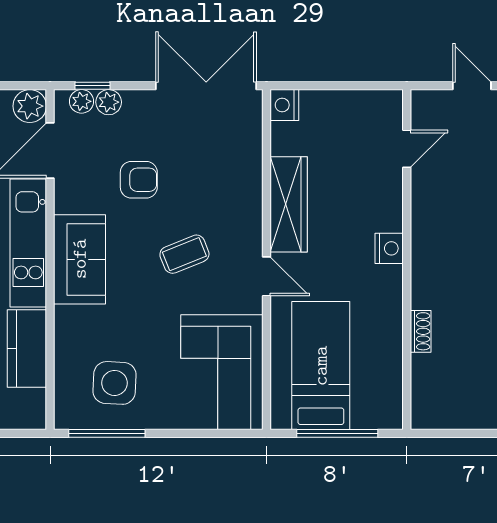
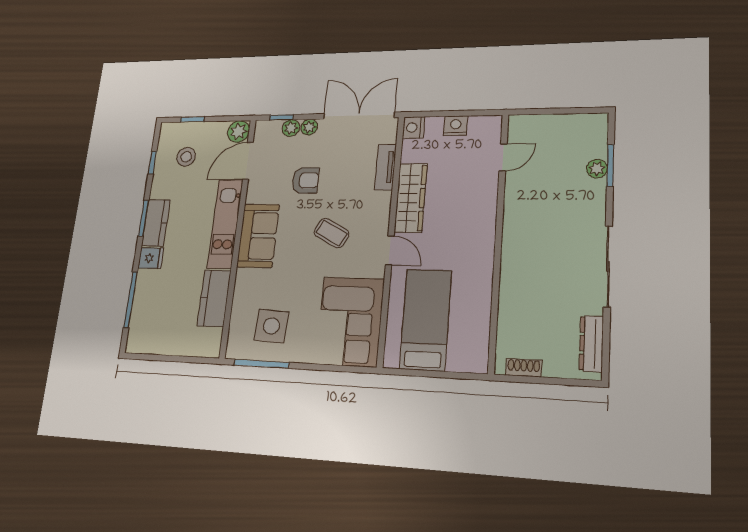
door: (472, 86) -> (556, 111), removed
plant: (82, 101) -> (309, 127), moved
tv unit: (250, 161) -> (385, 167), added
nightstand: (389, 248) -> (456, 126), moved, turned -90
coffee table: (184, 254) -> (332, 233), turned 50
shoe rack: (421, 331) -> (524, 368), moved, turned -90
window: (337, 433) -> (435, 374), removed

